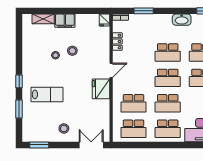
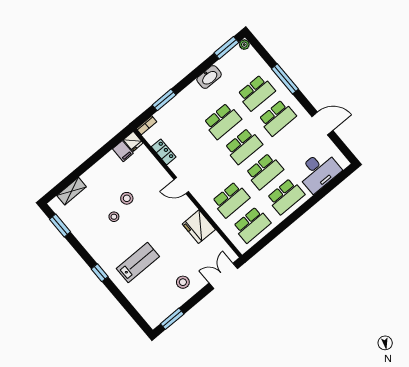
filing cabinet: (65, 21) -> (123, 151), moved, width x0.50
door: (111, 70) -> (181, 185), swing flipped
fridge: (101, 89) -> (199, 227), moved
window: (19, 109) -> (60, 226), moved

